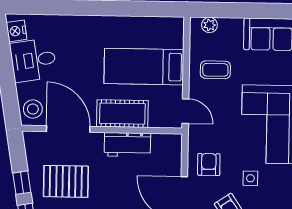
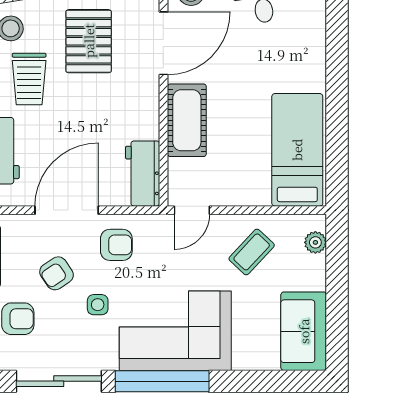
bed: (144, 67) -> (297, 150), moved
coffee table: (215, 70) -> (252, 252), turned 43
workbench: (127, 145) -> (143, 174), moved

